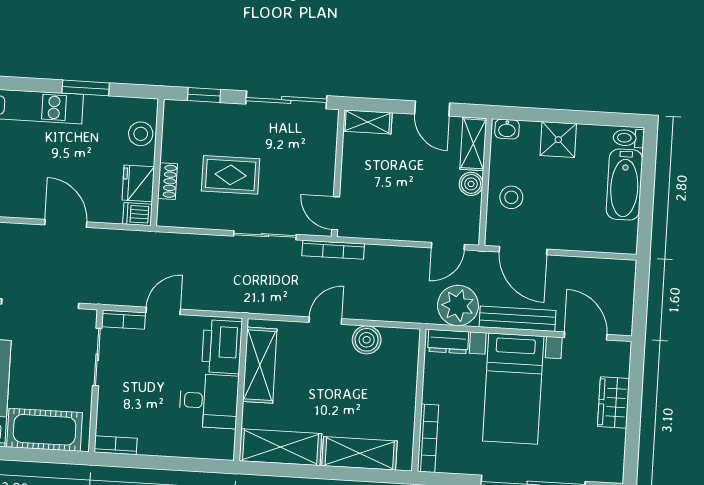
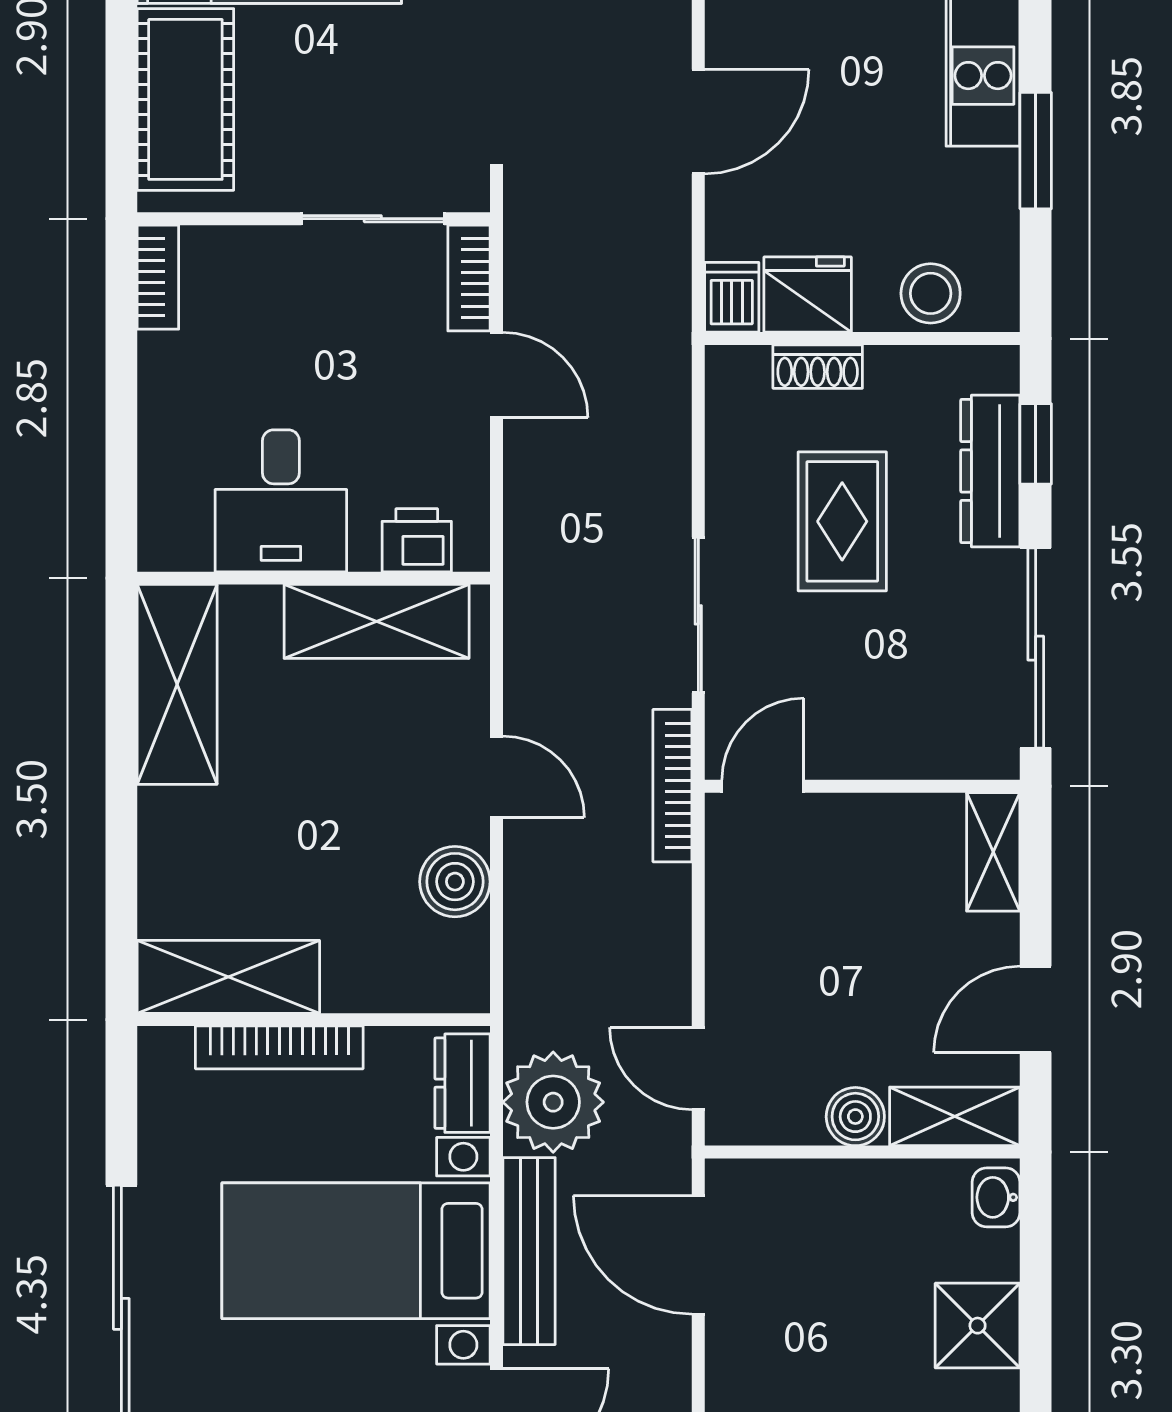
dresser: (214, 114) -> (990, 471), added
stool: (511, 197) -> (828, 1218), removed
door: (523, 251) -> (698, 1255), hinge flipped
printer: (222, 347) -> (417, 540), width x0.53, depth x0.68
bookcase: (428, 438) -> (279, 1047), moved
shelving: (360, 453) -> (228, 977), moved, turned 90

